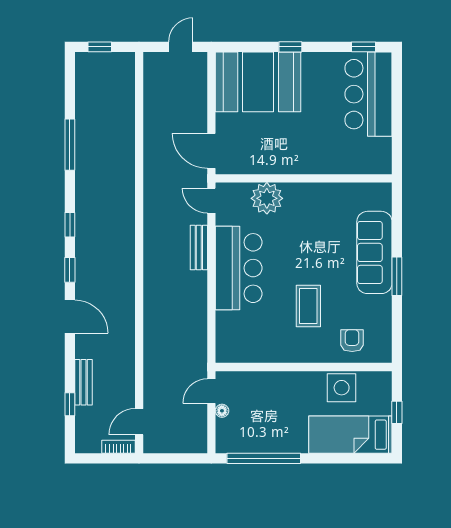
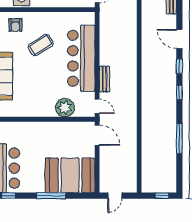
window: (290, 47) -> (51, 196), width x2.17
bar counter: (239, 268) -> (81, 58), width x1.36
coffee table: (308, 306) -> (41, 45), turned 58

